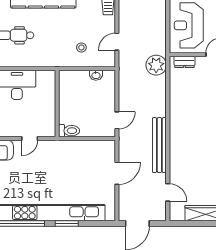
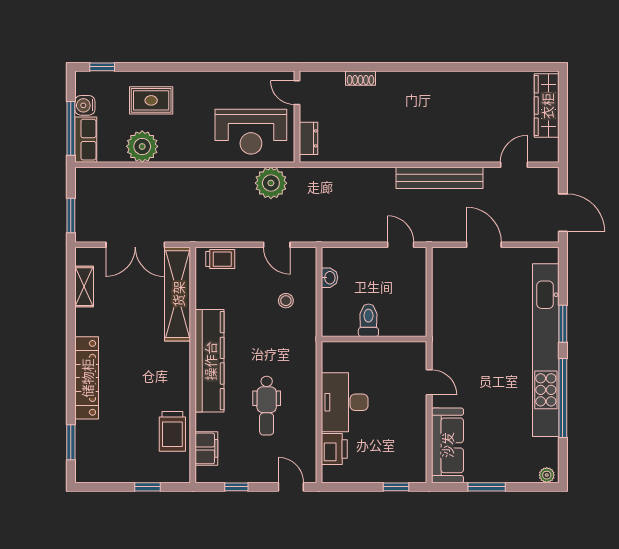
plant: (156, 65) -> (271, 183), moved
toilet: (69, 131) -> (368, 320), moved

